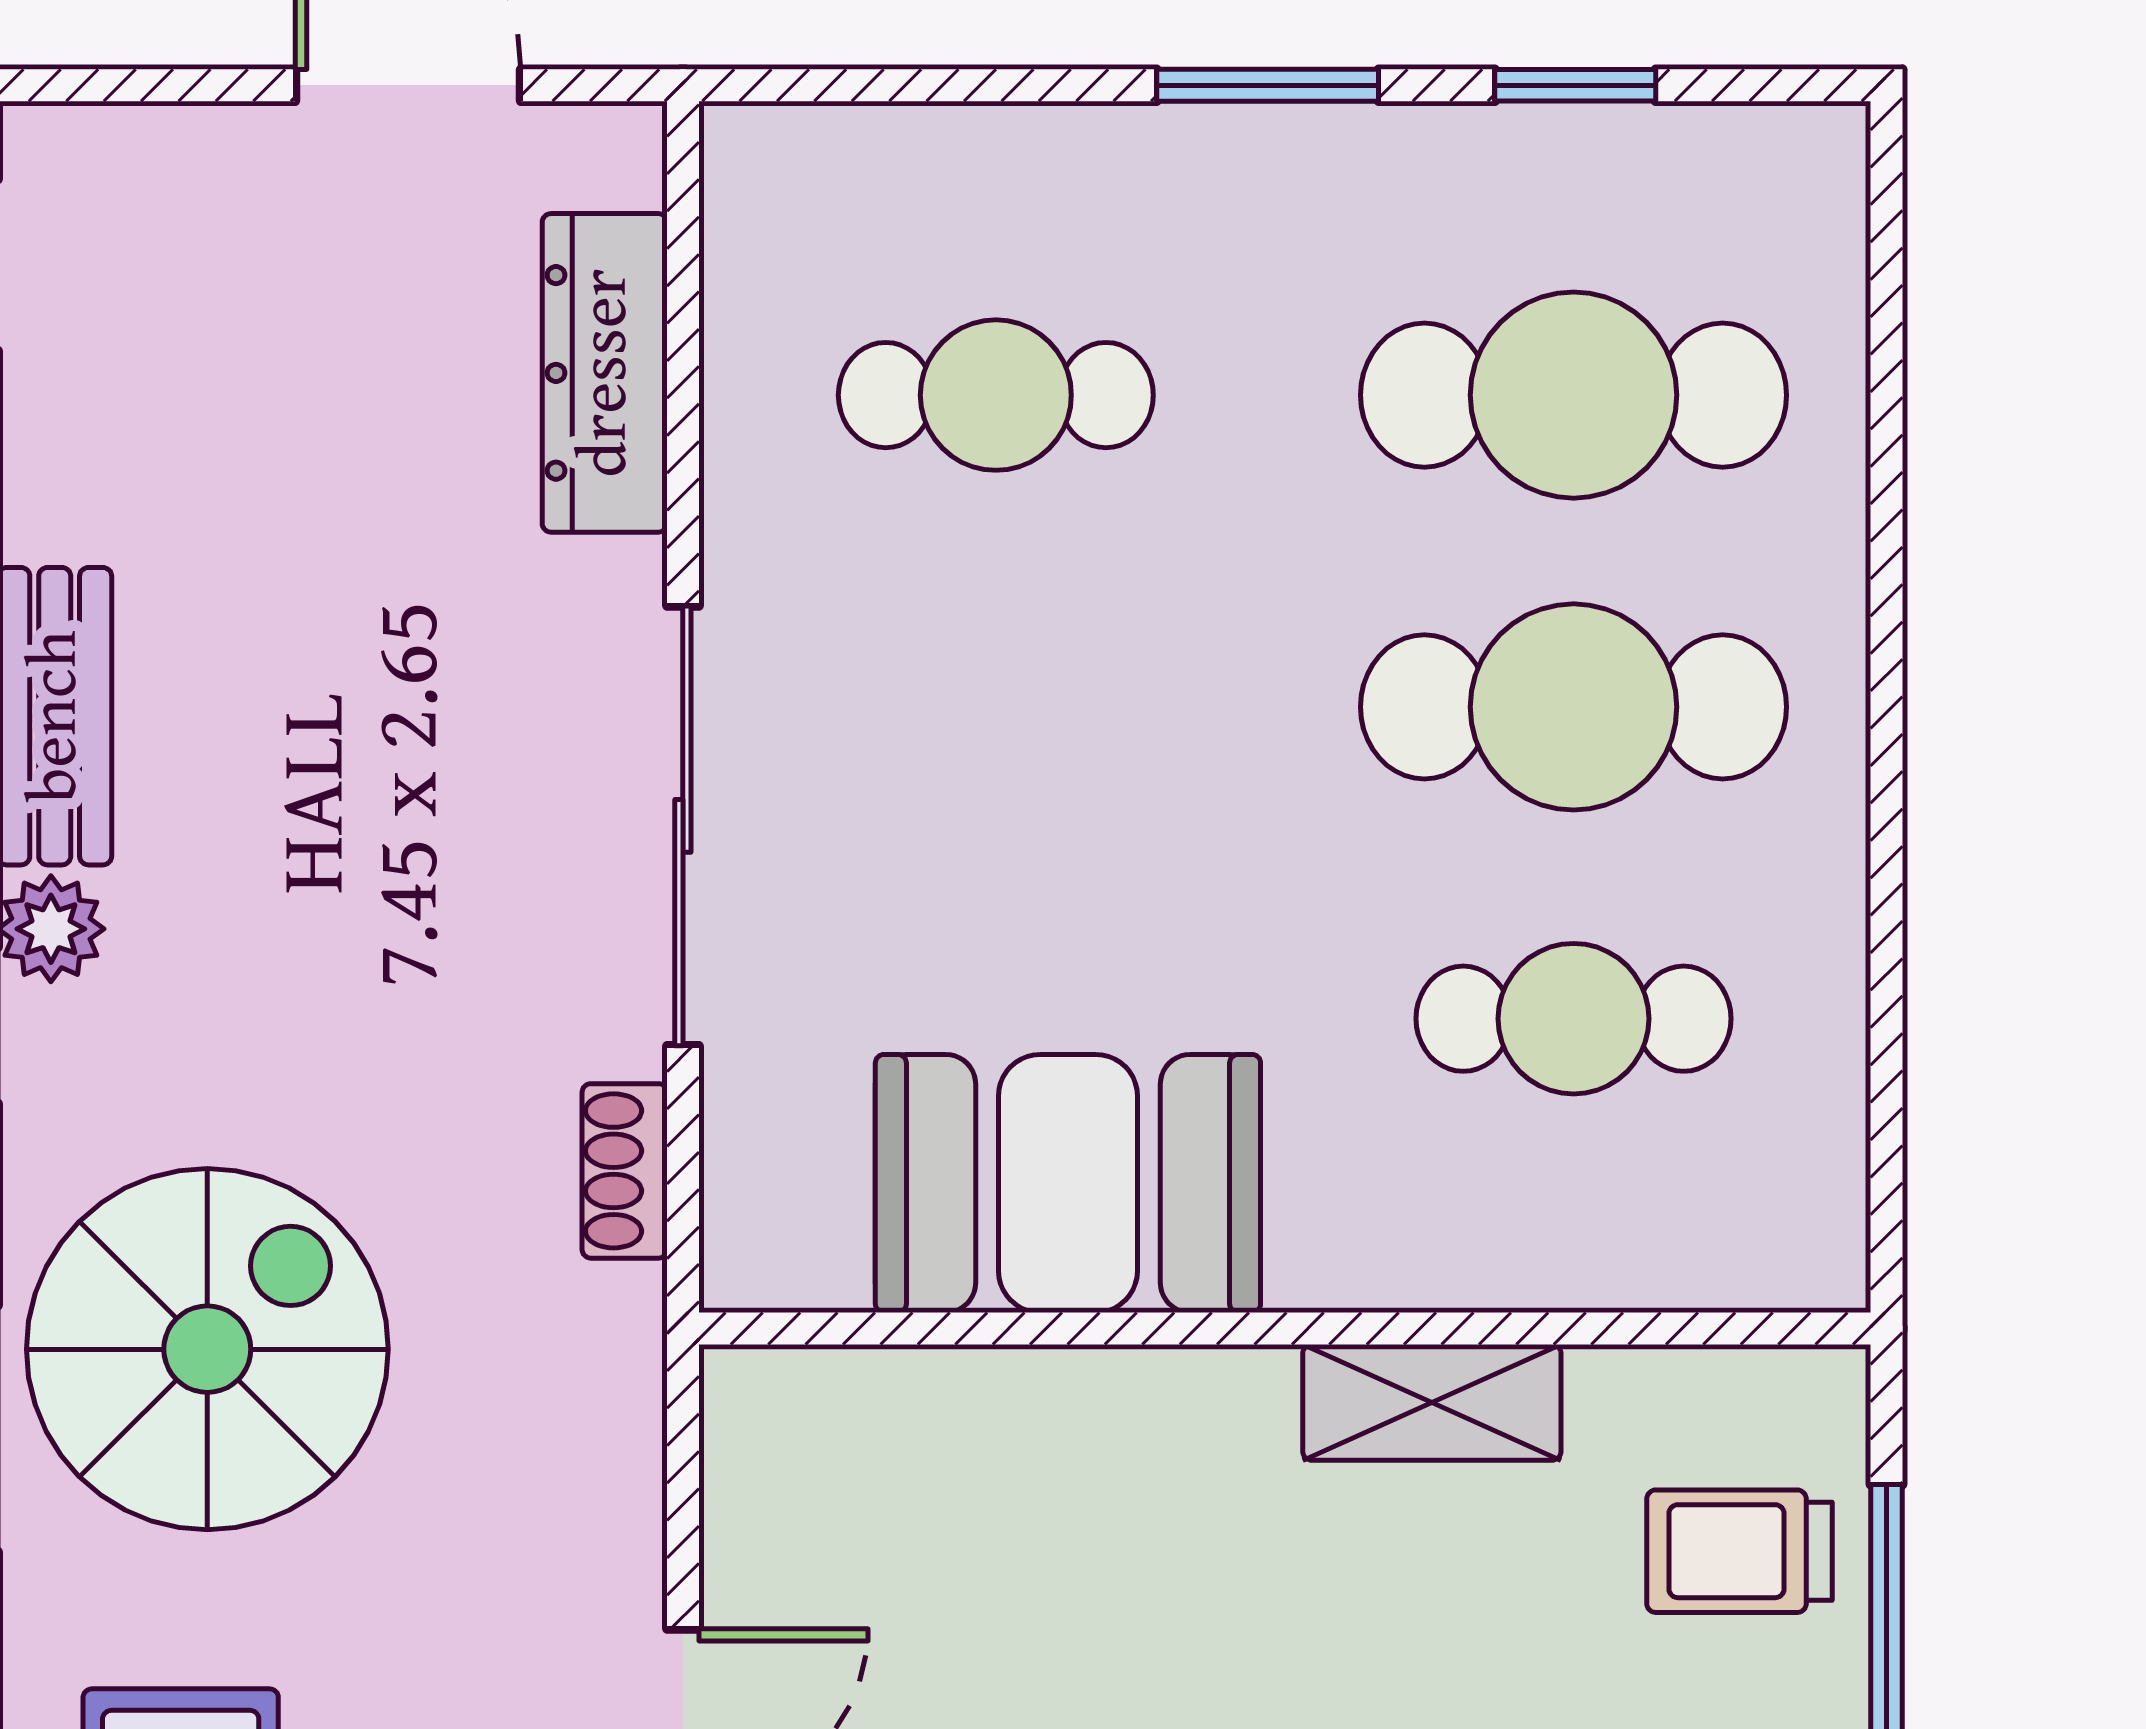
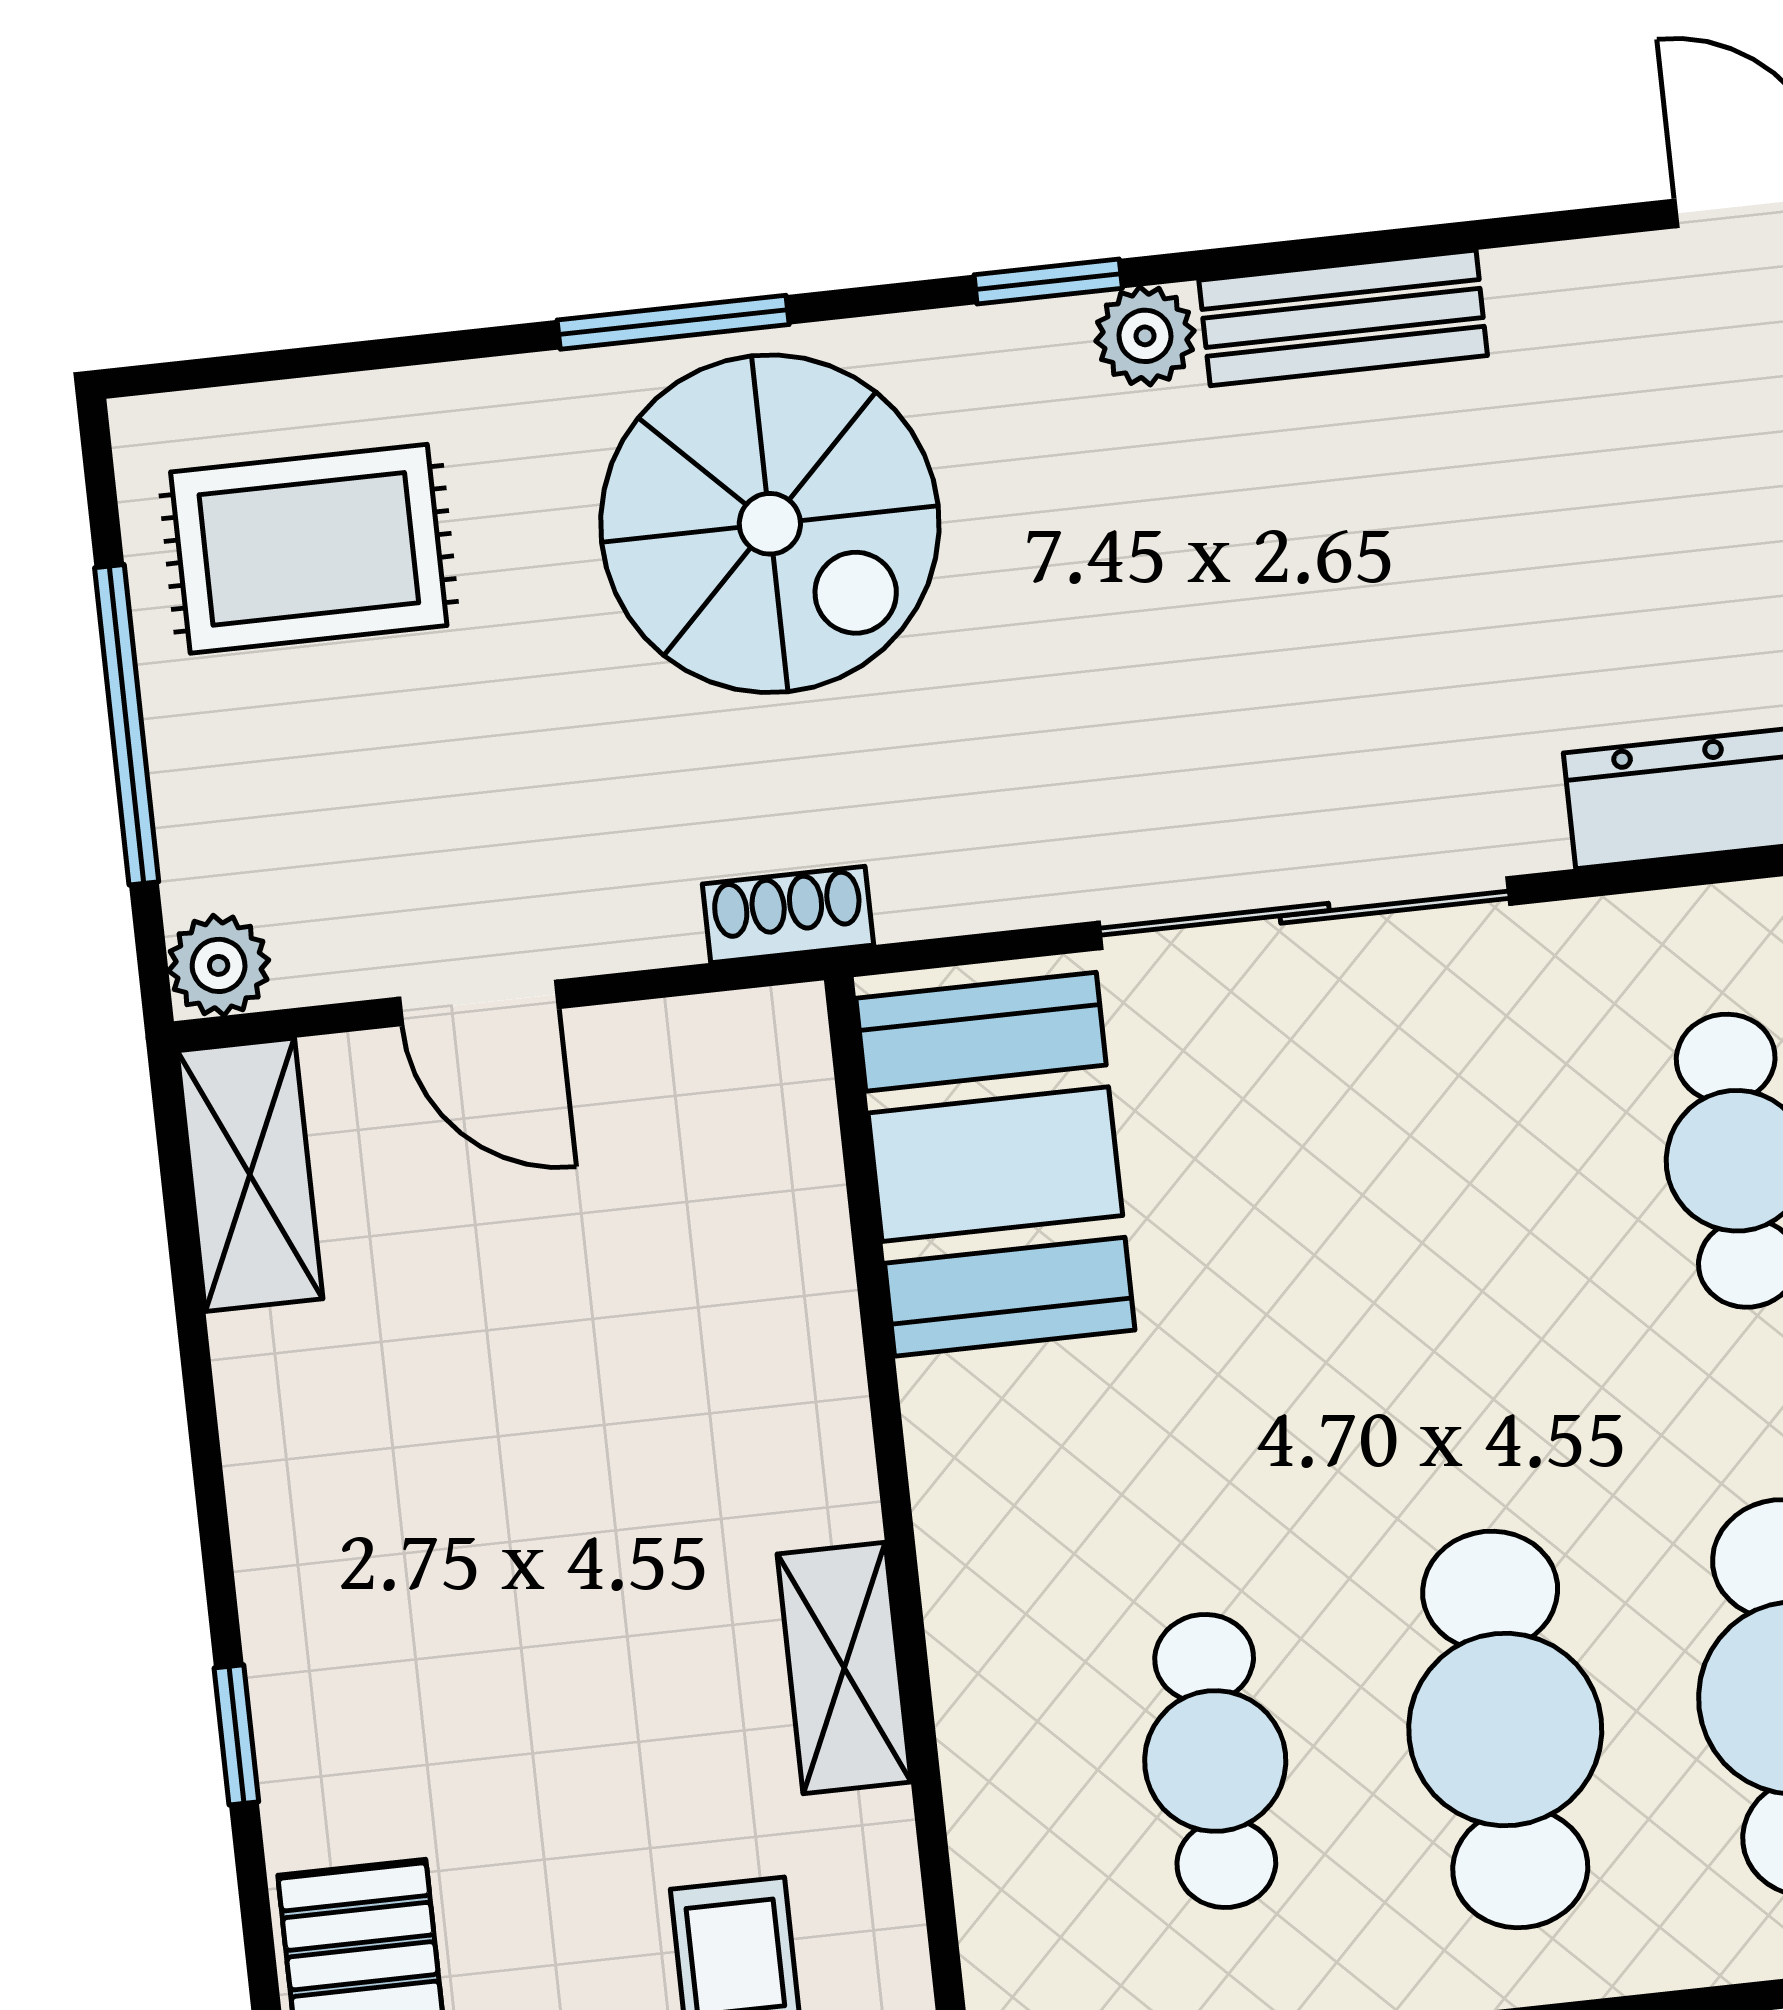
shoe rack: (625, 1171) -> (788, 914), moved
booth: (1068, 1183) -> (995, 1164), moved

